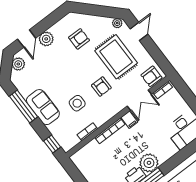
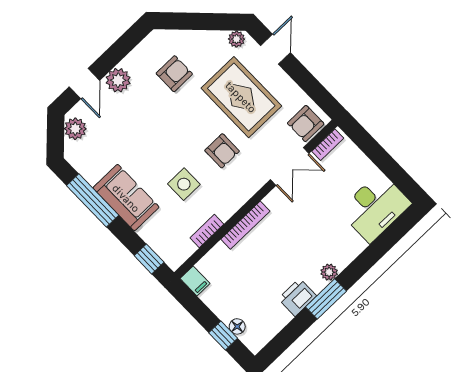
filing cabinet: (129, 120) -> (195, 281), moved
plant: (149, 163) -> (329, 272), width x0.53, depth x0.53

